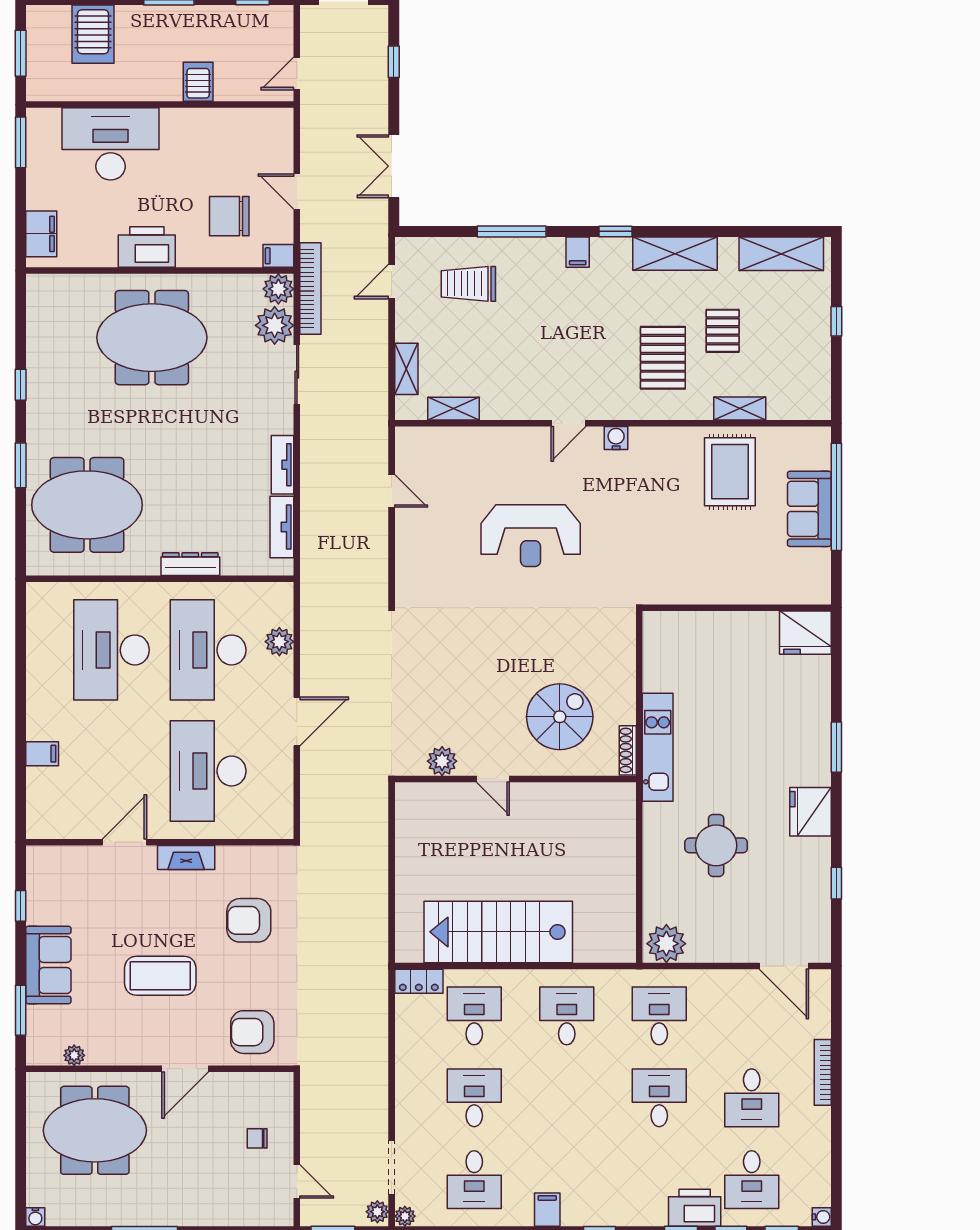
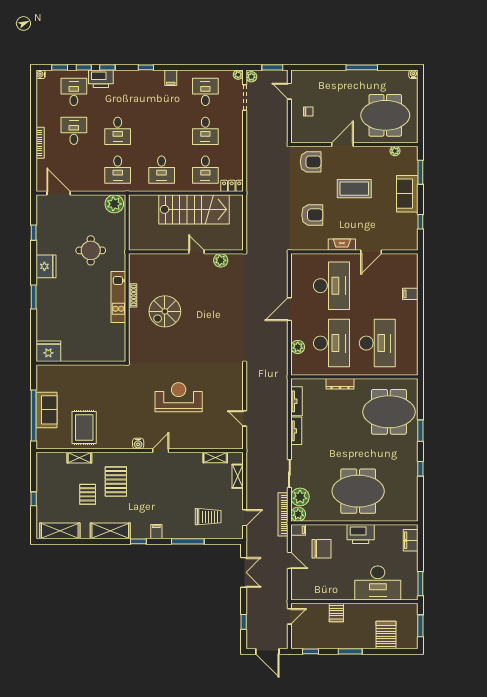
plant: (442, 761) -> (221, 260), moved
door: (493, 779) -> (197, 252), moved
wall: (515, 779) -> (186, 252), moved

